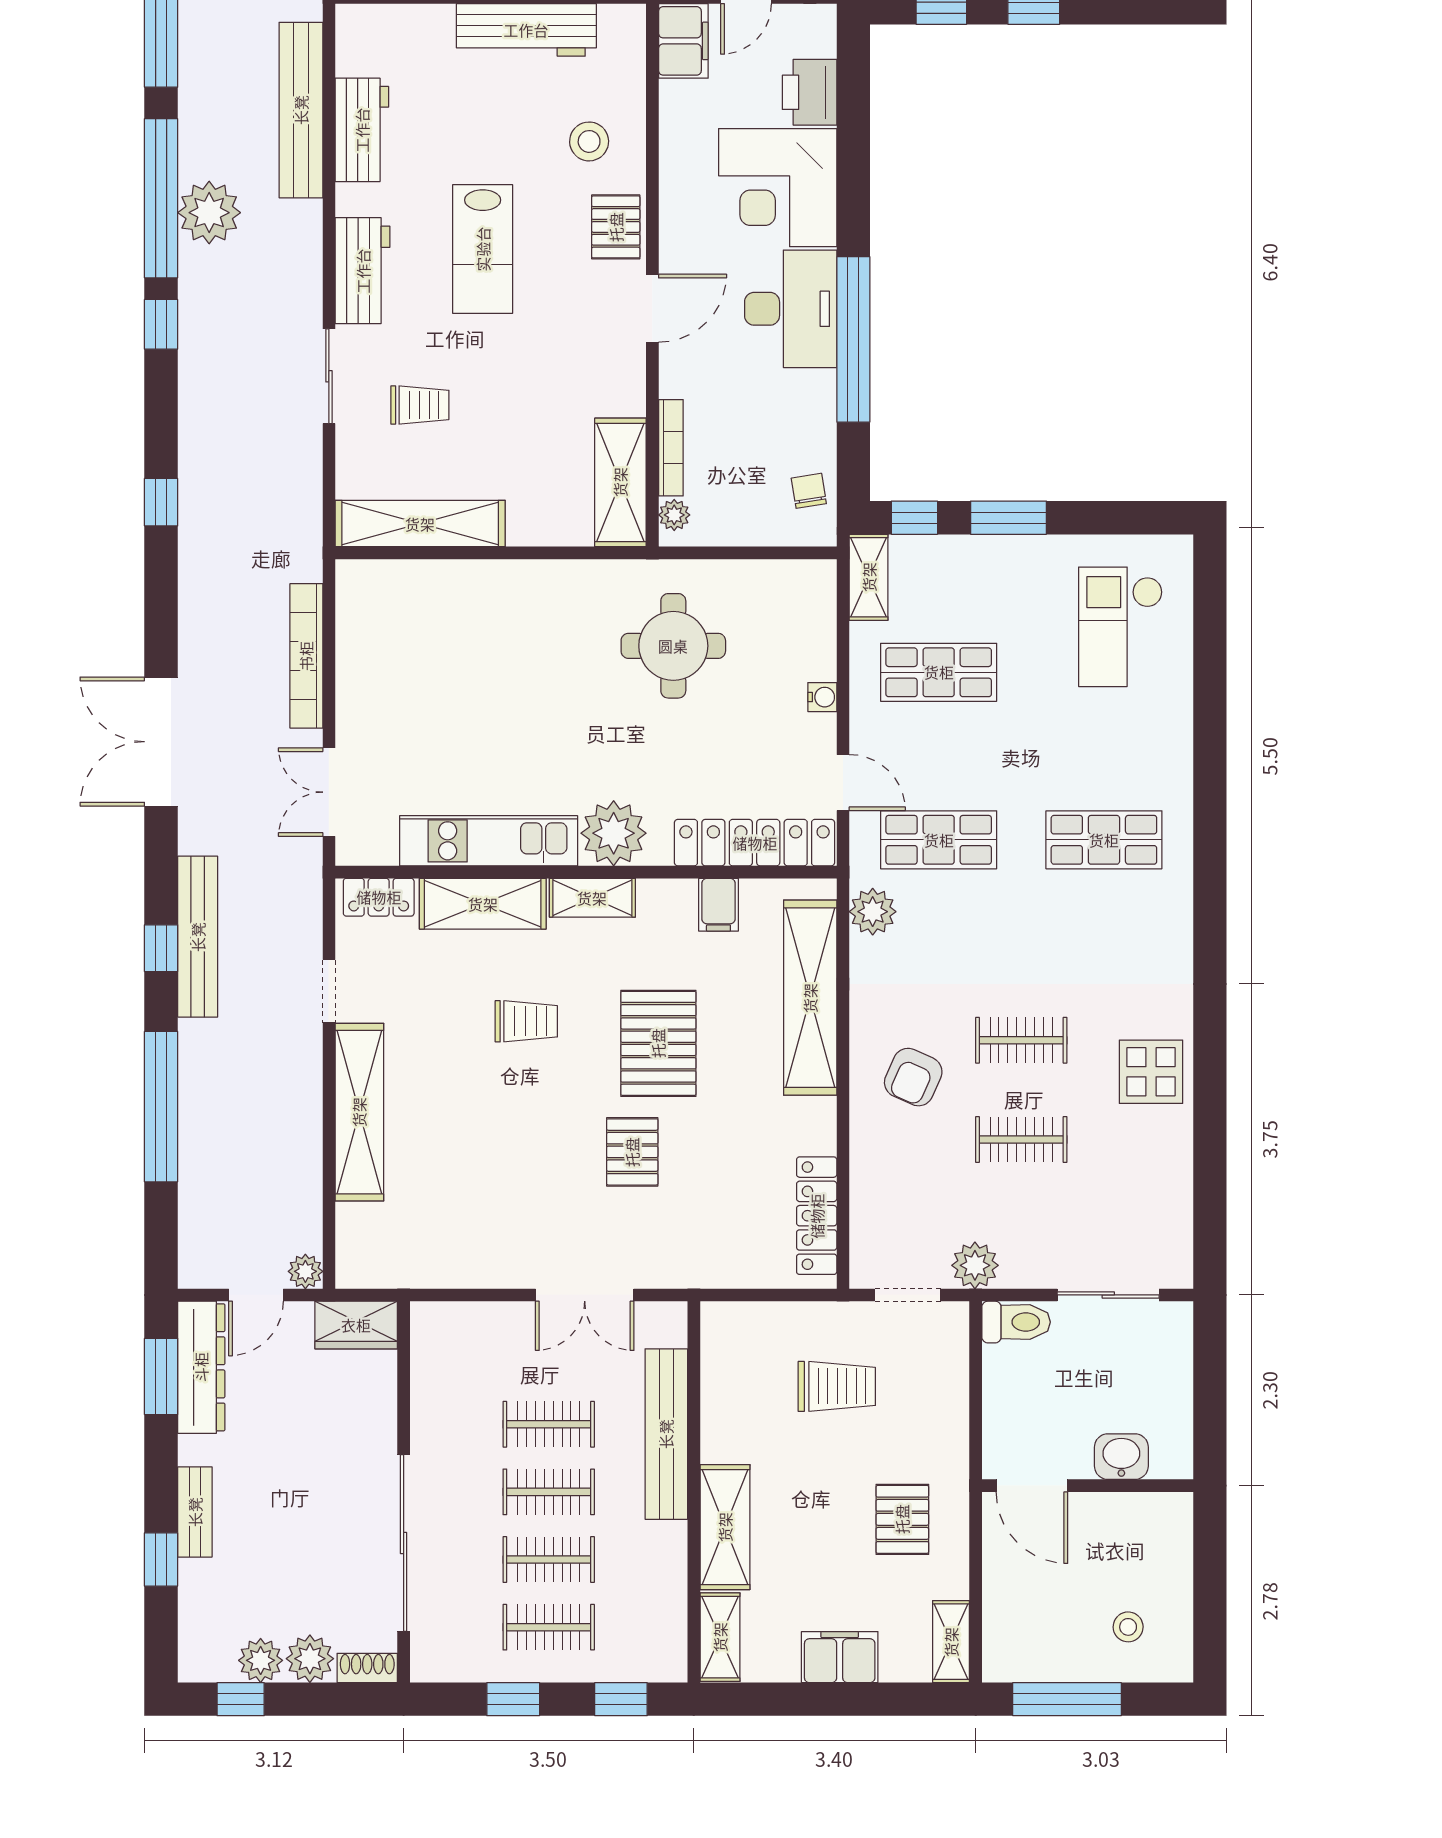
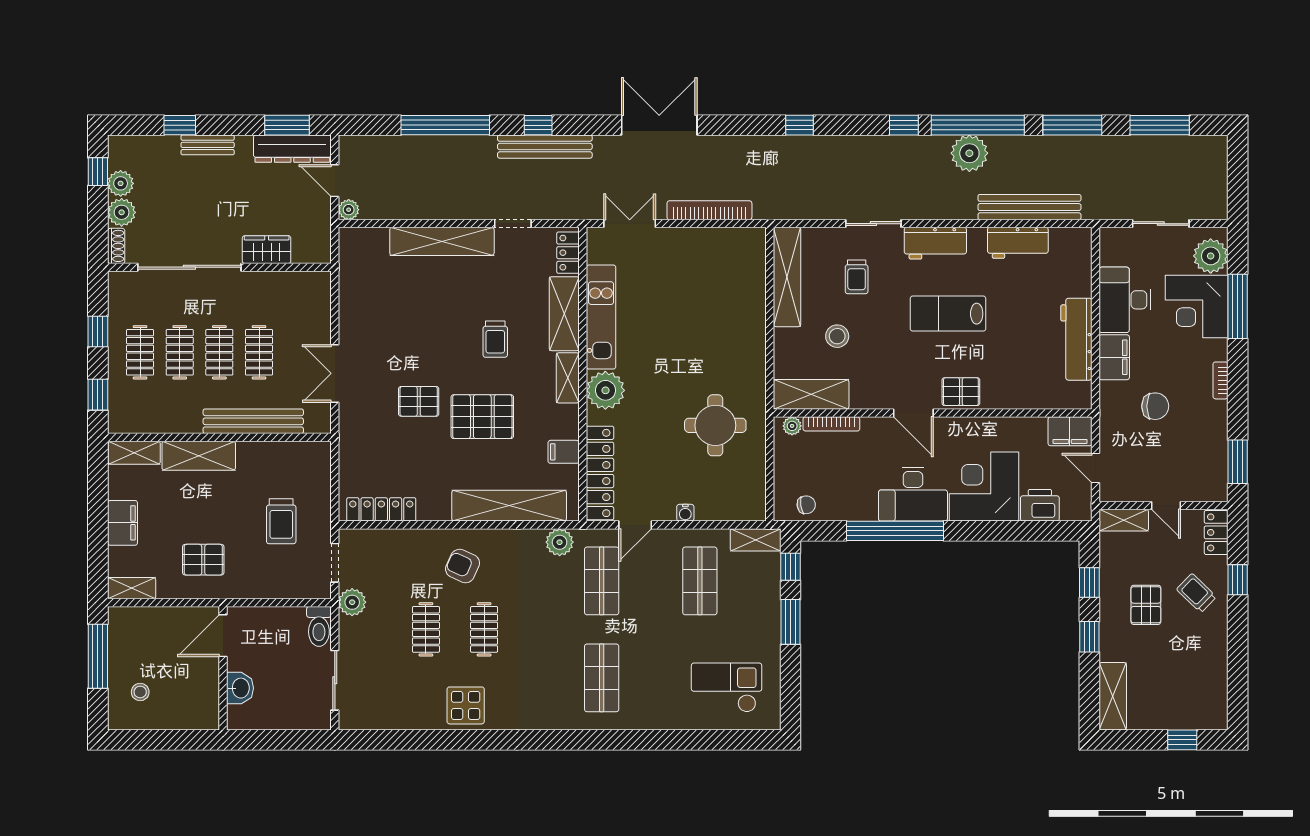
stool: (589, 141) -> (837, 336), moved
wardrobe: (356, 1325) -> (267, 250), moved, turned 90

